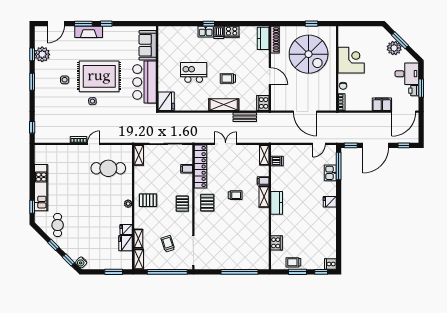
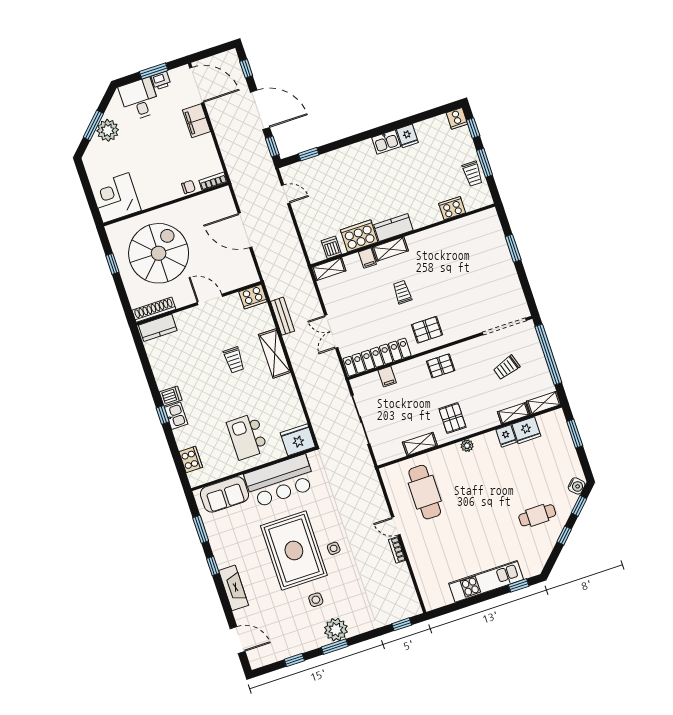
window: (83, 24) -> (201, 529), moved
cooker: (232, 32) -> (191, 459), moved
plant: (42, 54) -> (336, 630), moved
corner desk: (351, 60) -> (116, 198), moved
kitchen island: (194, 72) -> (247, 437), moved
door: (270, 76) -> (210, 300), hinge flipped
door: (305, 112) -> (245, 230), swing flipped
shelving: (139, 155) -> (420, 444), moved
window: (339, 166) -> (309, 154), width x0.46
kitchen sink: (330, 173) -> (386, 142), moved
cooker: (278, 180) -> (359, 236), added
fridge: (330, 202) -> (407, 136), moved
cafe table: (58, 225) -> (537, 515), moved
window: (239, 272) -> (513, 248), width x0.47

